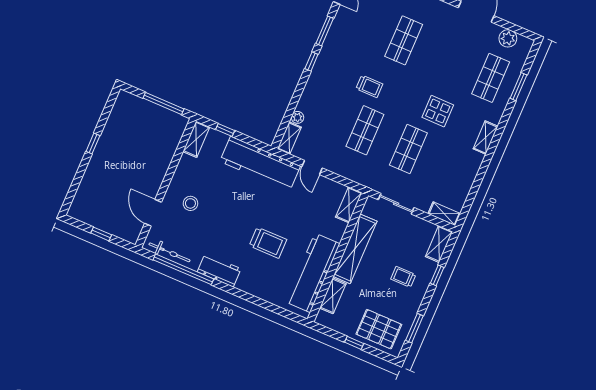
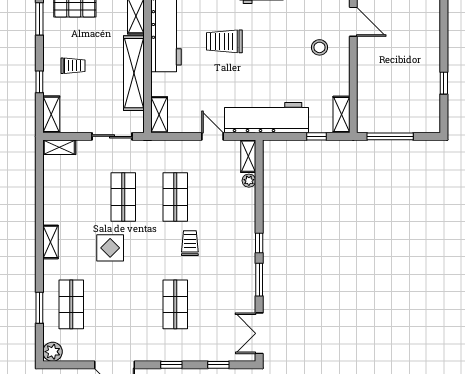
plant: (508, 38) -> (53, 352), moved
trolley: (369, 86) -> (190, 243), turned 90
window: (93, 143) -> (444, 83), moved

